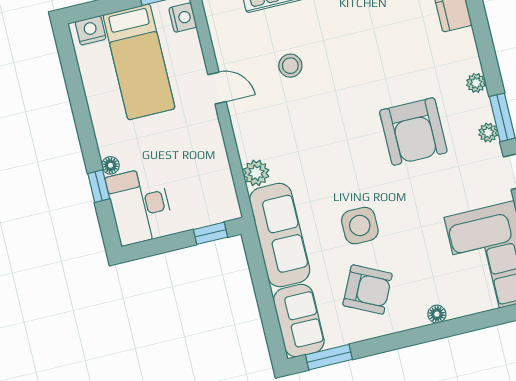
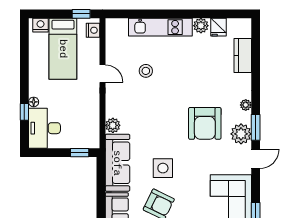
plant: (488, 133) -> (241, 134), width x1.88, depth x1.88

